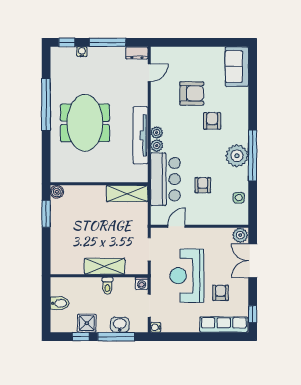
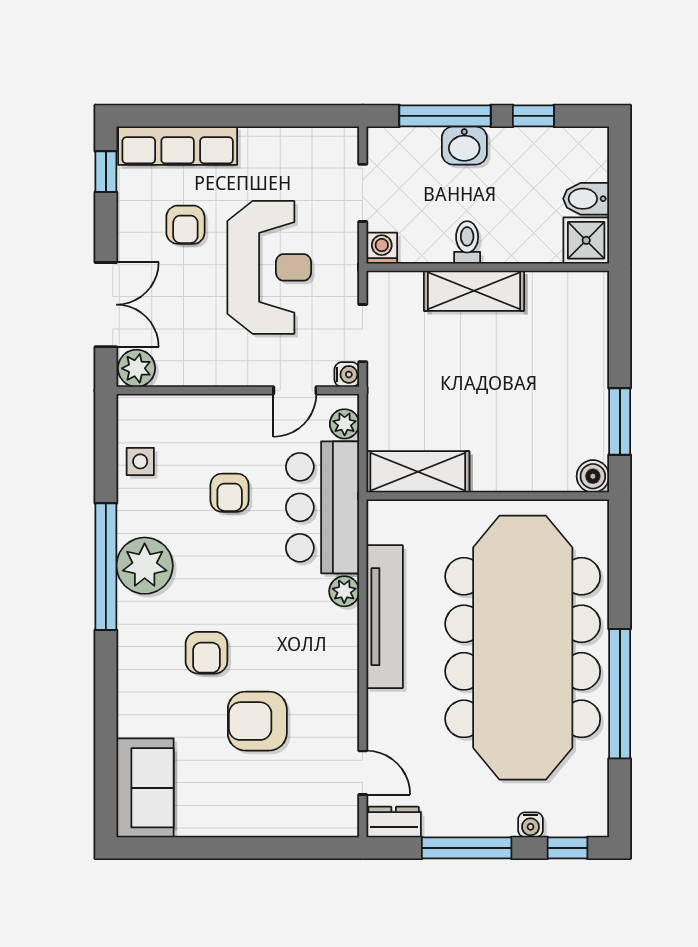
door: (149, 73) -> (363, 773), swing flipped
meeting table: (85, 123) -> (523, 648), width x1.86, depth x1.27
plant: (157, 132) -> (345, 424), moved
shower: (87, 323) -> (586, 240), moved
washbasin: (120, 325) -> (464, 146), moved
water cooler: (156, 327) -> (347, 374), moved

